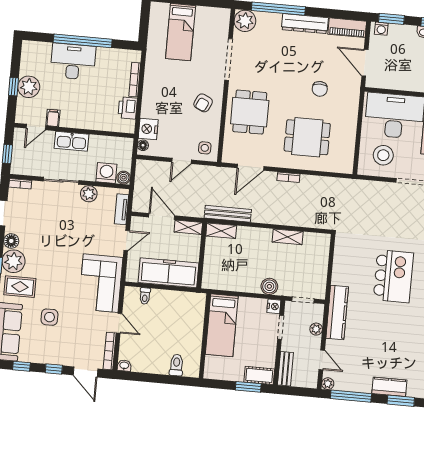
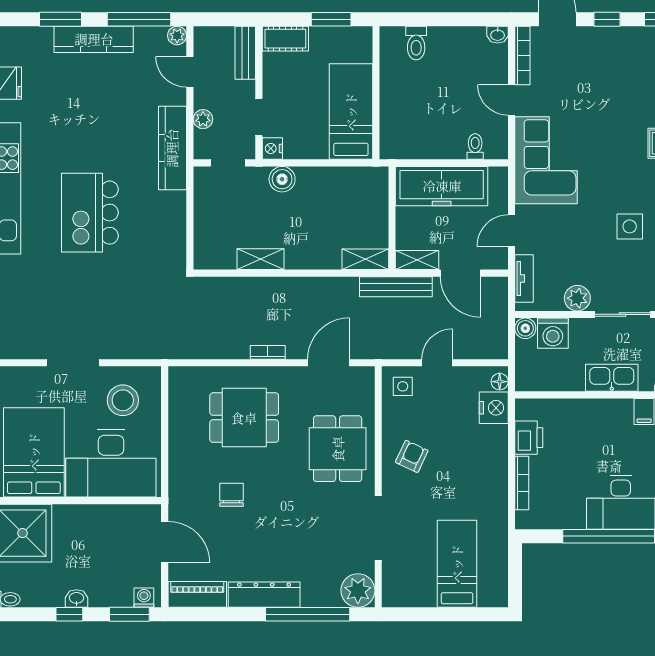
bench: (228, 214) -> (396, 287), moved
side table: (49, 317) -> (630, 226), moved
window: (248, 387) -> (331, 19), moved
kitchen counter: (389, 387) -> (94, 39), width x1.50

